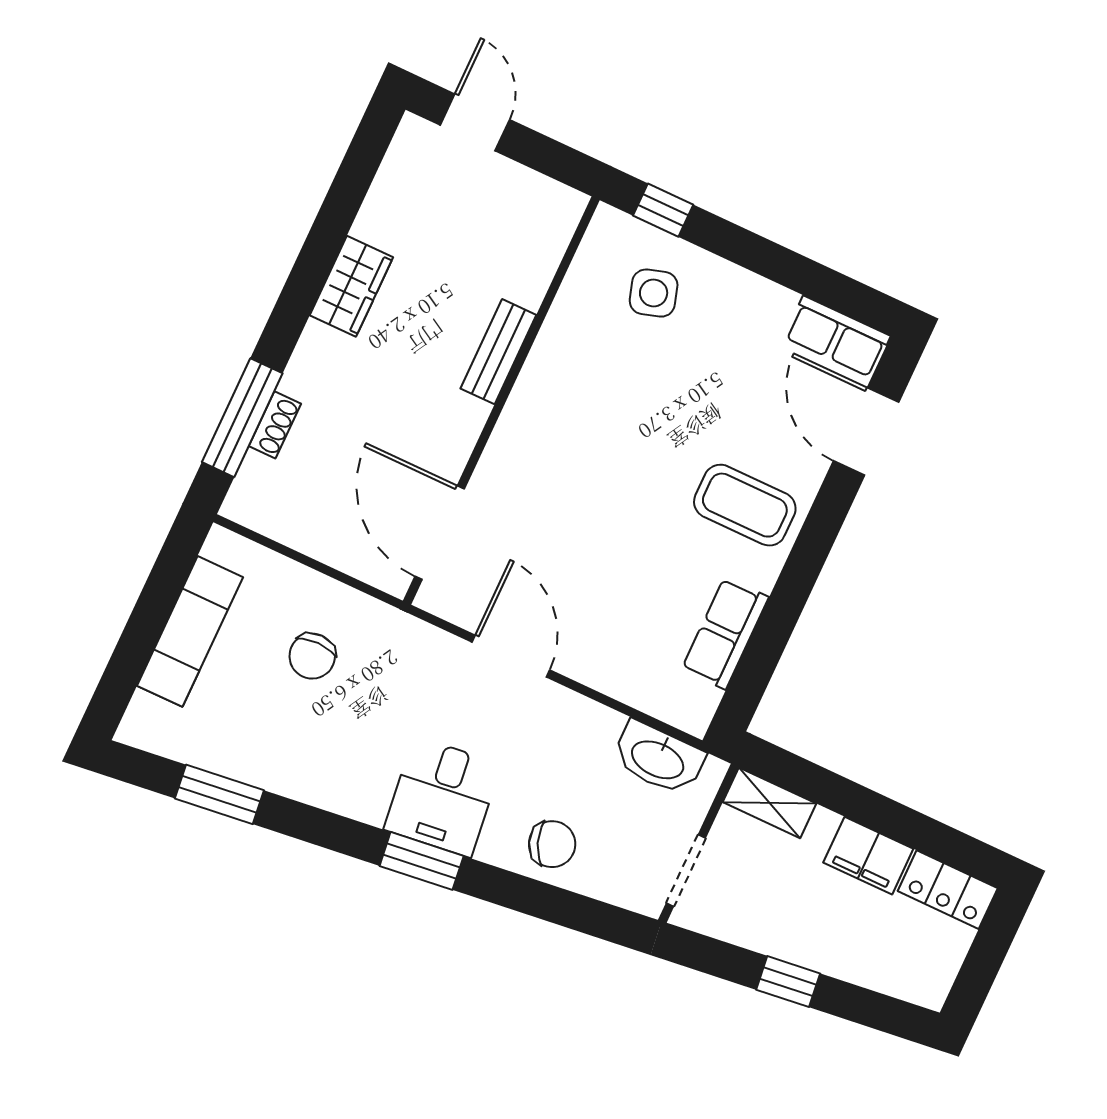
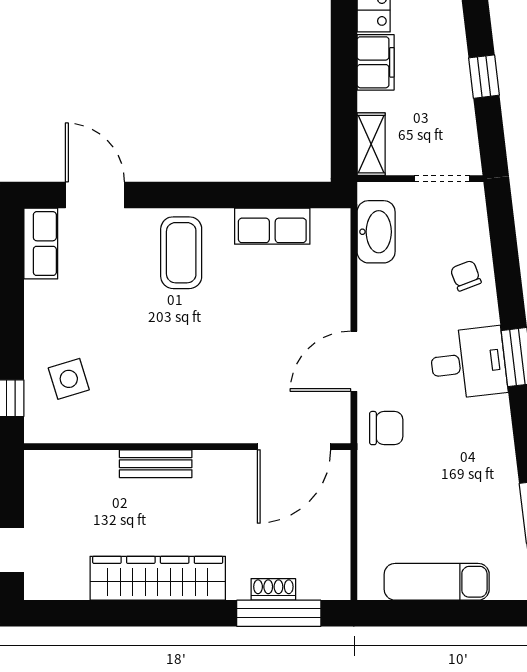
wardrobe: (351, 286) -> (158, 578), width x2.10, depth x1.17
door: (866, 432) -> (95, 195), swing flipped
chair: (312, 656) -> (386, 428), moved
chair: (552, 844) -> (466, 276), width x0.73, depth x0.73

